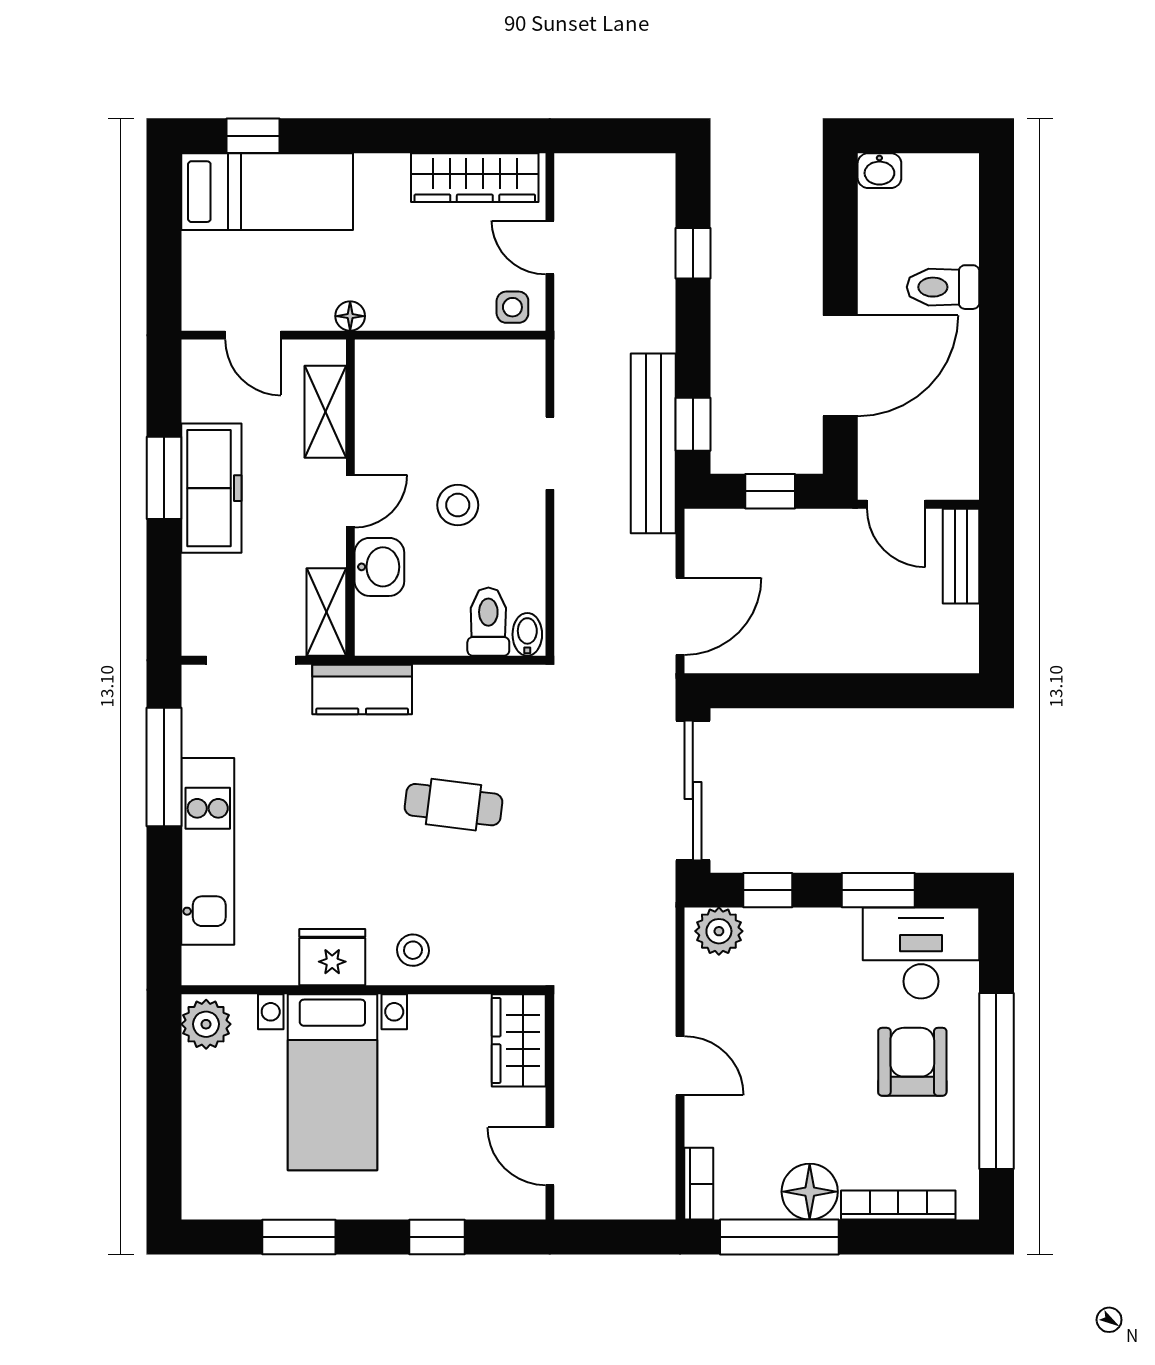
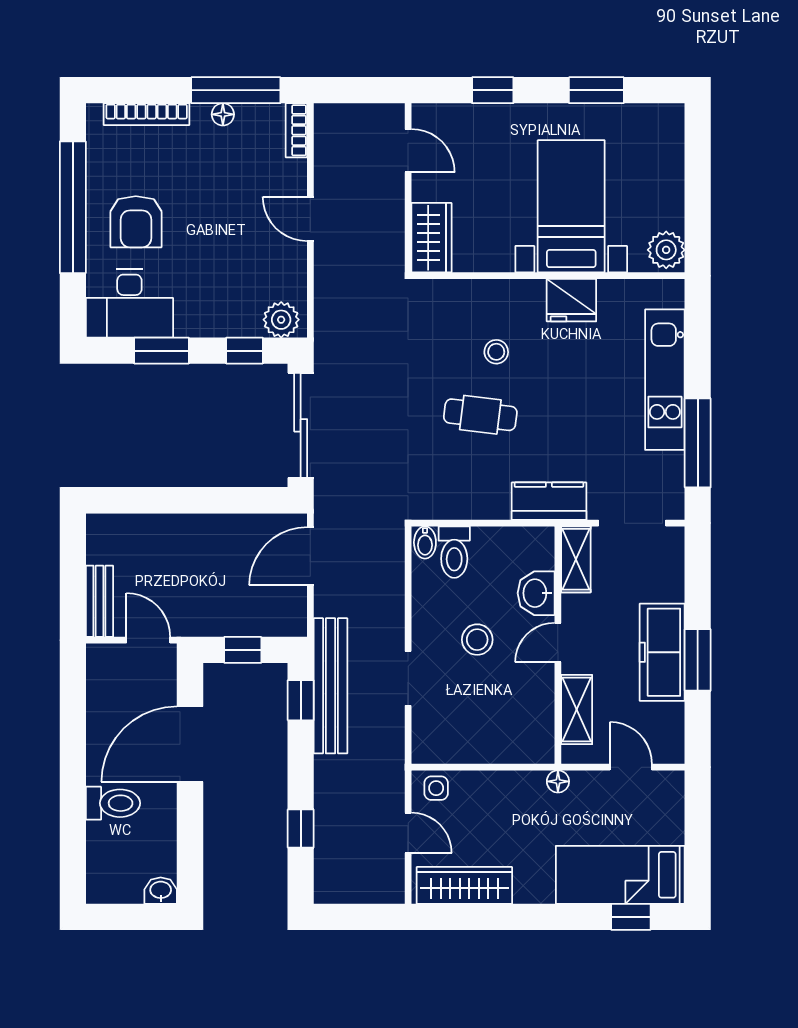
stool: (413, 950) -> (496, 352), moved
floor lamp: (810, 1192) -> (223, 114), width x0.53, depth x0.53

